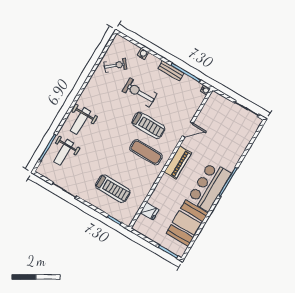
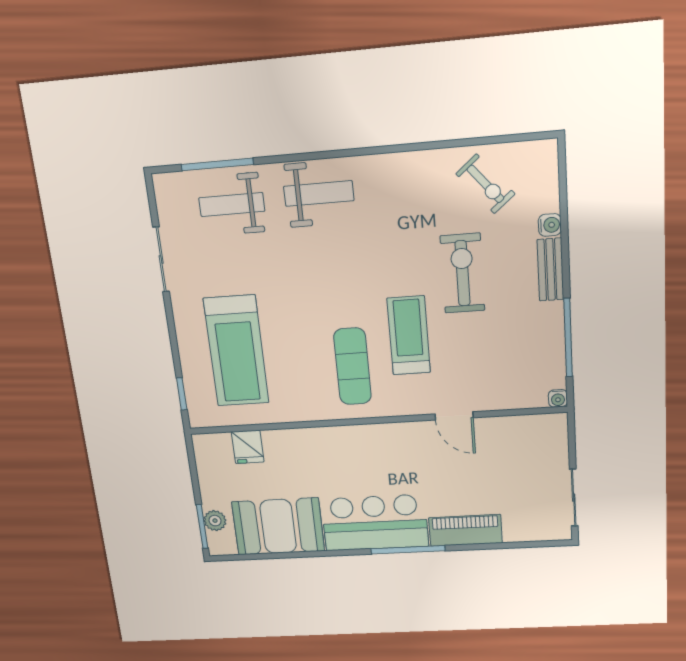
bench: (171, 71) -> (550, 270), moved
weight bench: (80, 121) -> (319, 193), turned 180
treadmill: (148, 125) -> (409, 335), turned 180
piano: (178, 162) -> (465, 530), moved, turned 180
treadmill: (113, 189) -> (236, 351), width x1.37, depth x1.38
plant: (169, 245) -> (215, 521), added

